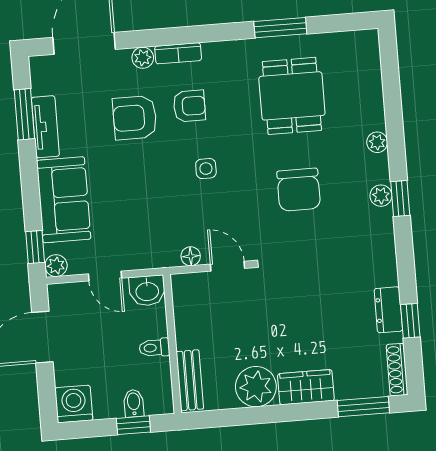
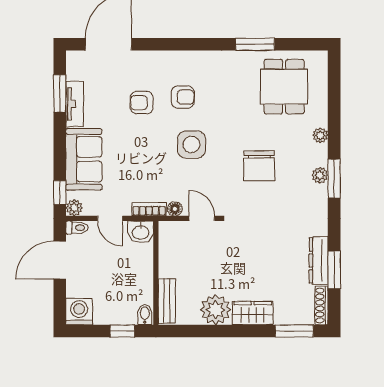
bookcase: (178, 53) -> (149, 209), moved, turned 180
plant: (143, 58) -> (151, 58), removed
dining table: (292, 96) -> (284, 87), moved
armchair: (135, 118) -> (142, 103), width x0.72, depth x0.72
side table: (206, 169) -> (191, 145), width x1.87, depth x1.87
window: (400, 199) -> (334, 178), width x1.50
dresser: (388, 310) -> (319, 260), width x1.44
window: (410, 321) -> (334, 270), width x1.50
toilet: (154, 348) -> (77, 228), moved, turned 180
bidet: (134, 403) -> (145, 315), moved

